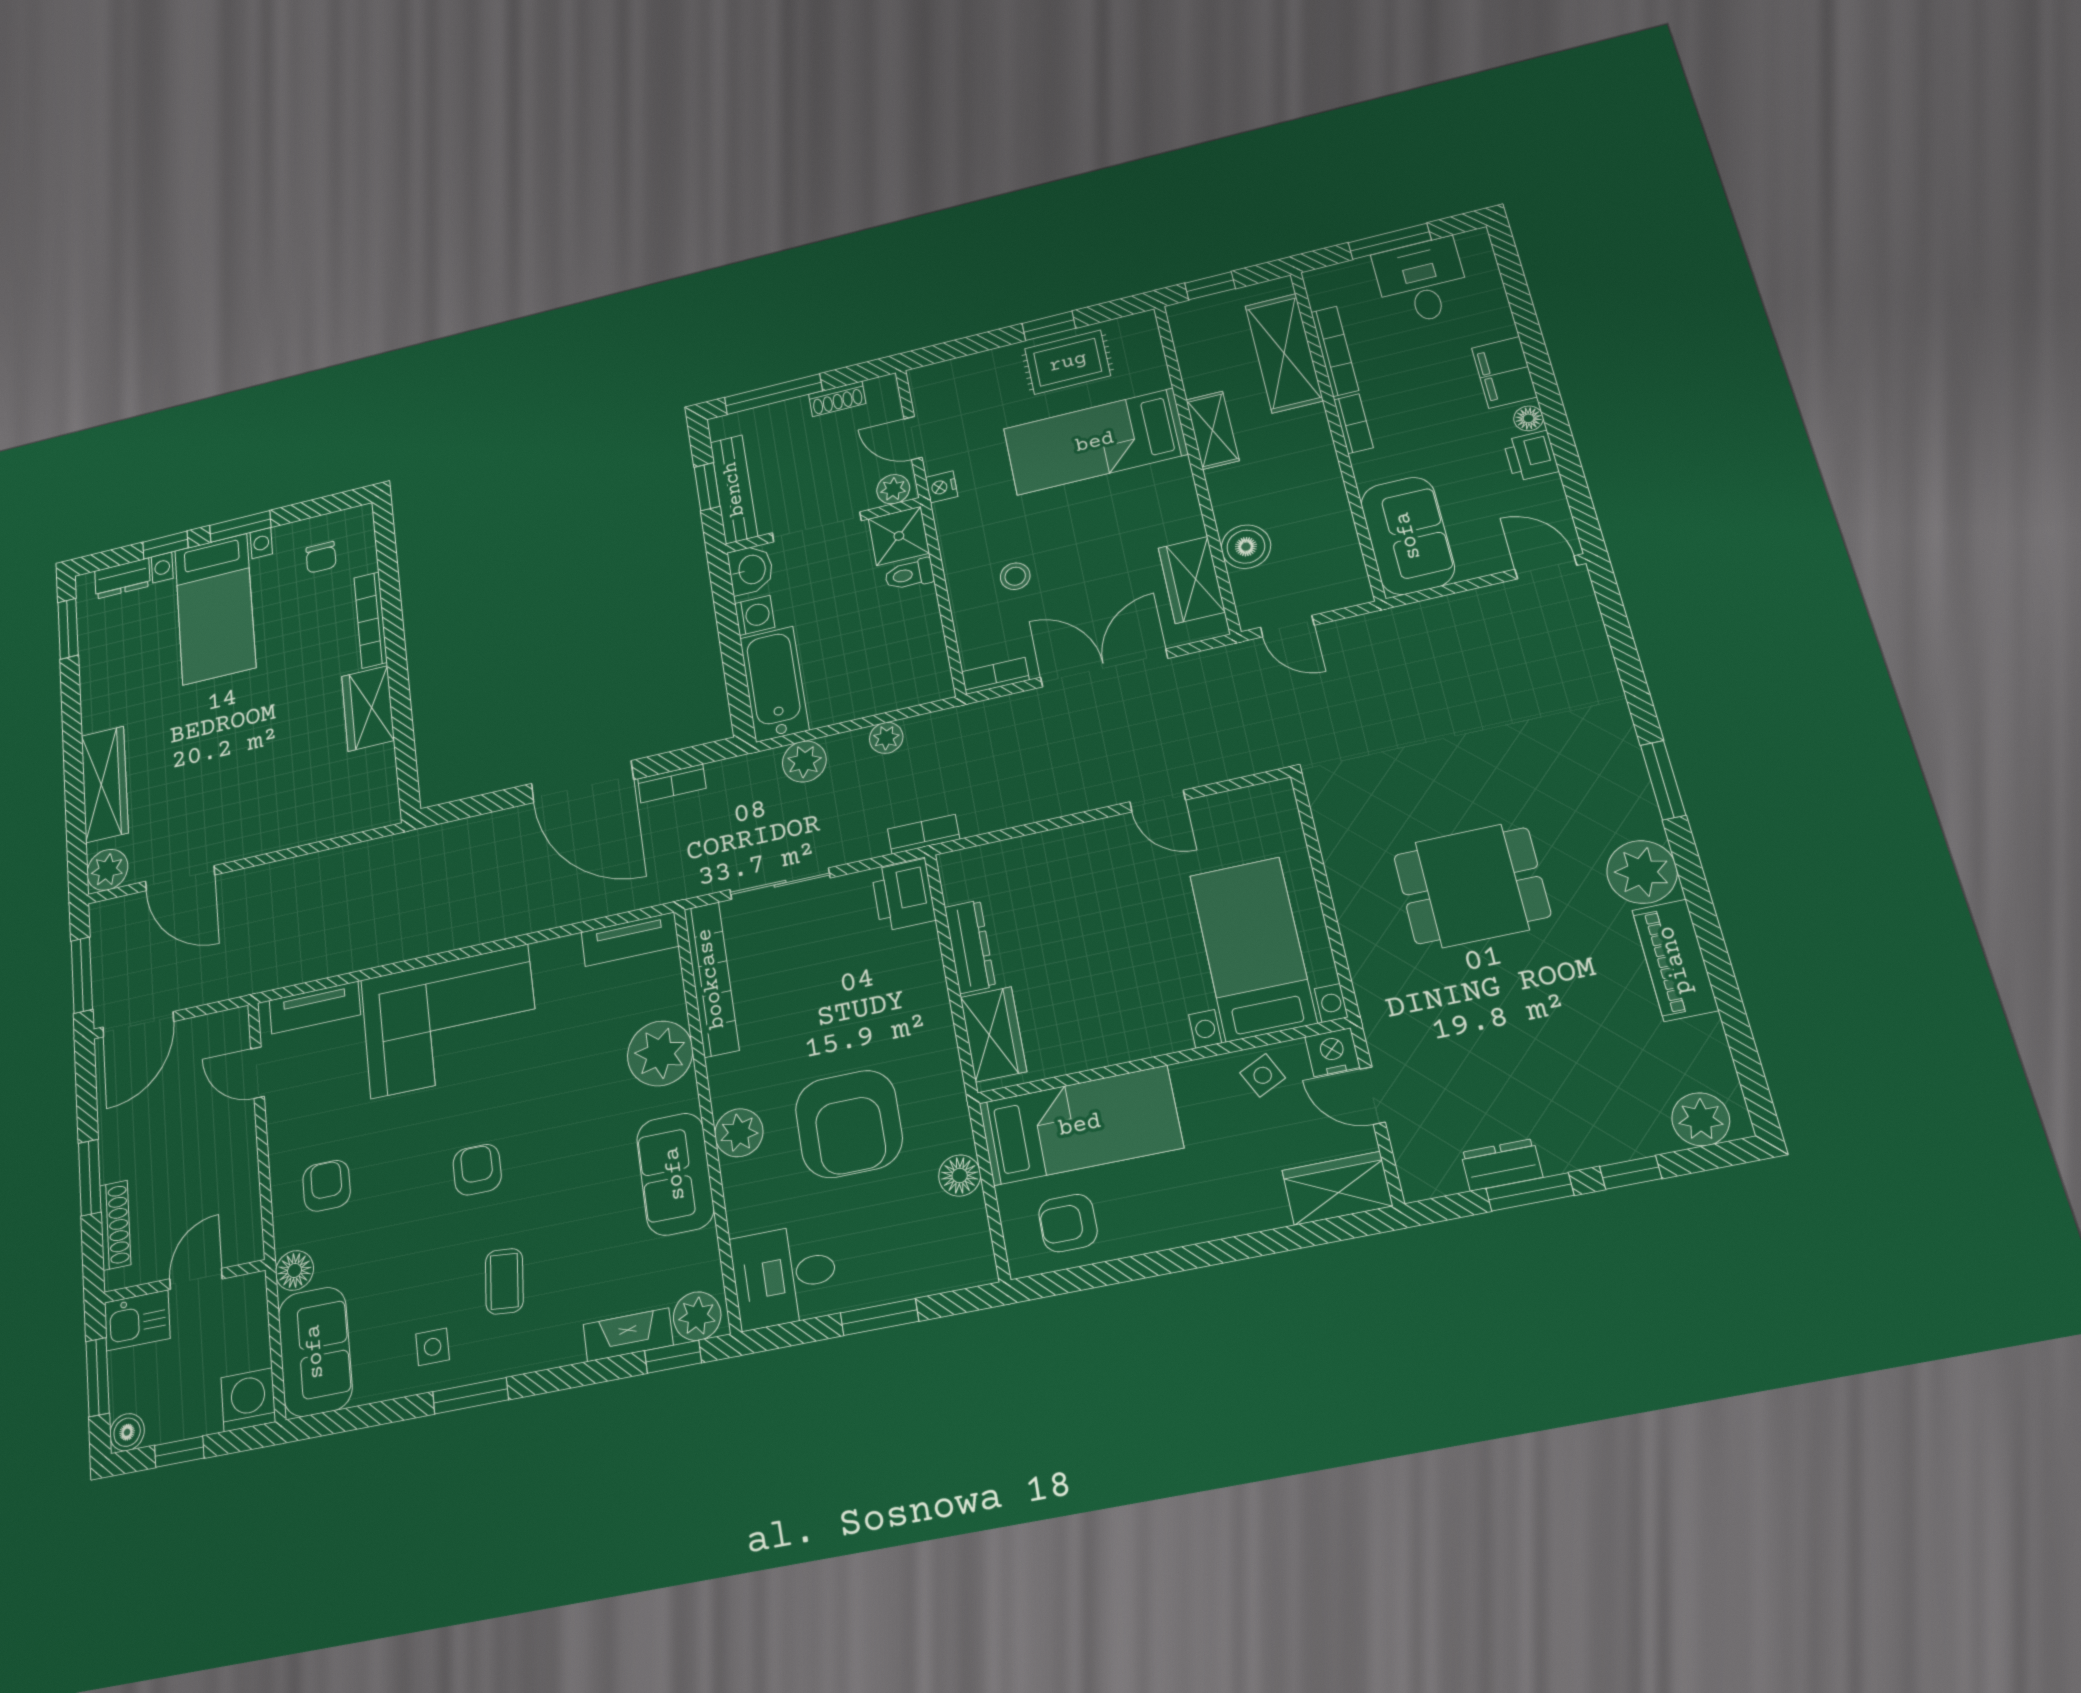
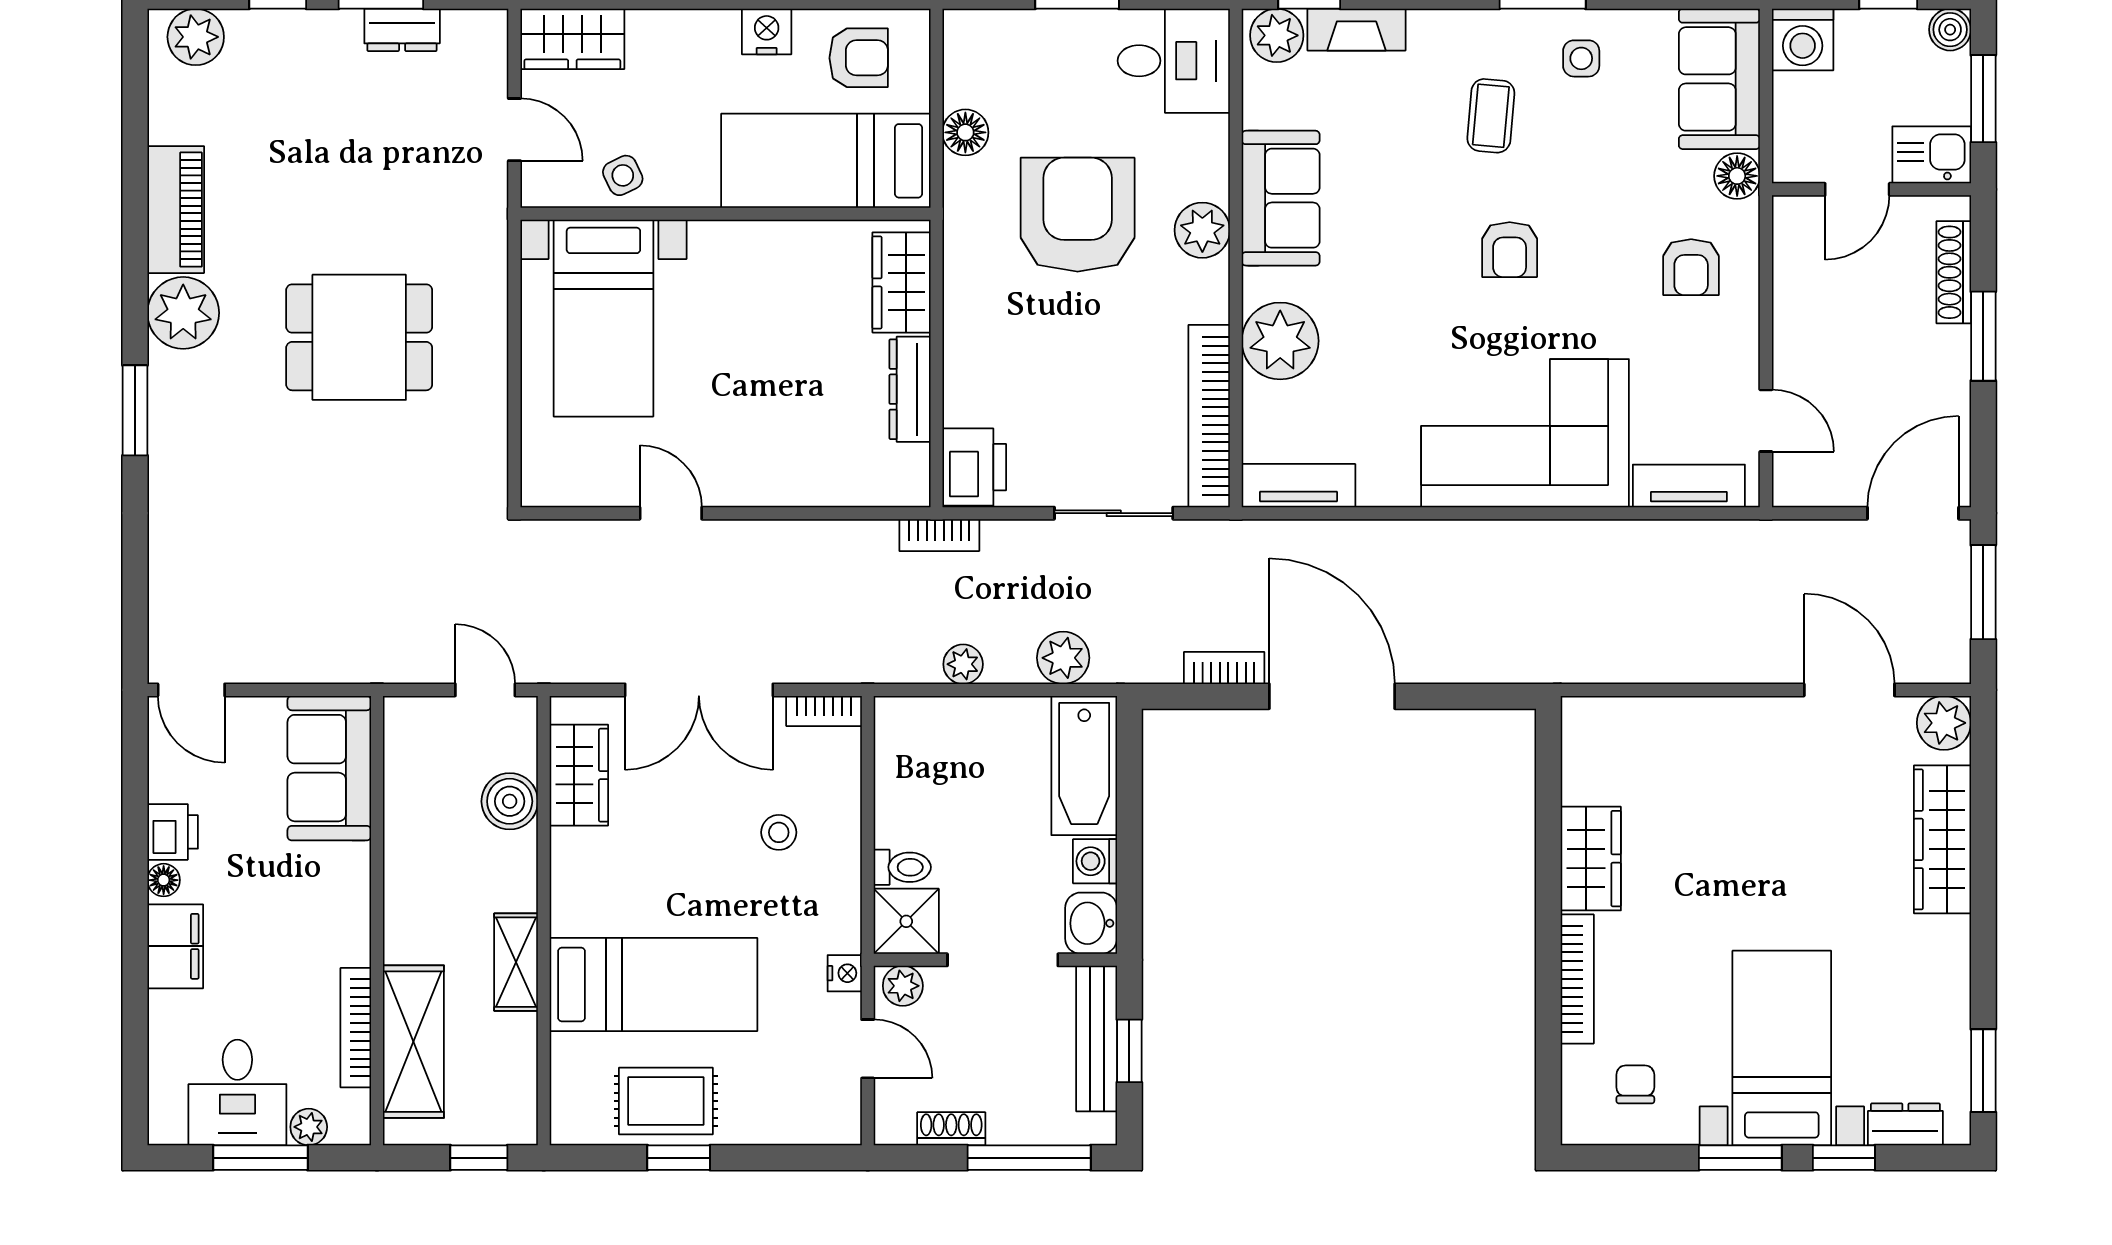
plant: (1355, 272) -> (309, 1127), added
bookcase: (1353, 424) -> (356, 927), removed
nightstand: (1332, 1052) -> (767, 31), moved, turned 180

